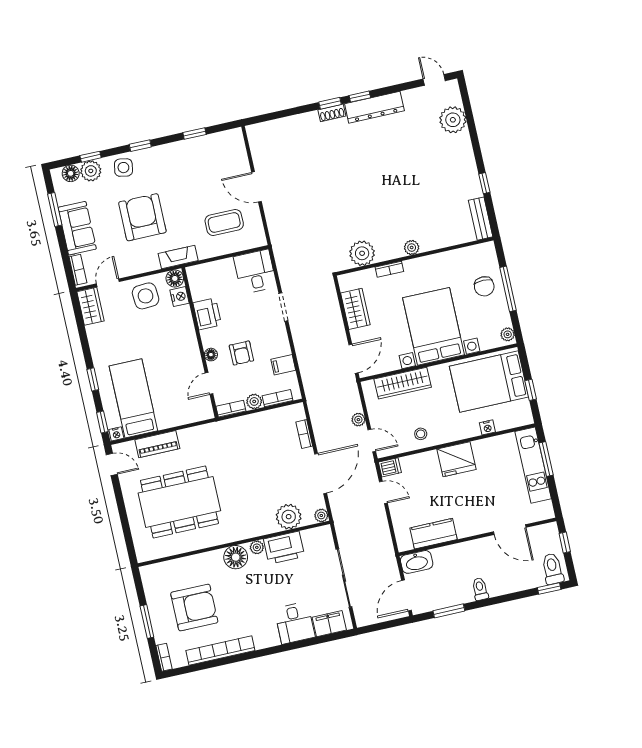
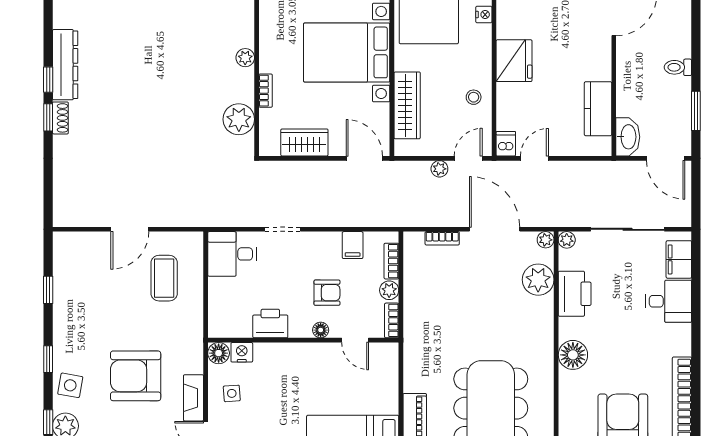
fireplace: (178, 257) -> (193, 398), moved
side table: (146, 296) -> (232, 393), width x0.54, depth x0.54
plant: (257, 547) -> (567, 240), moved

